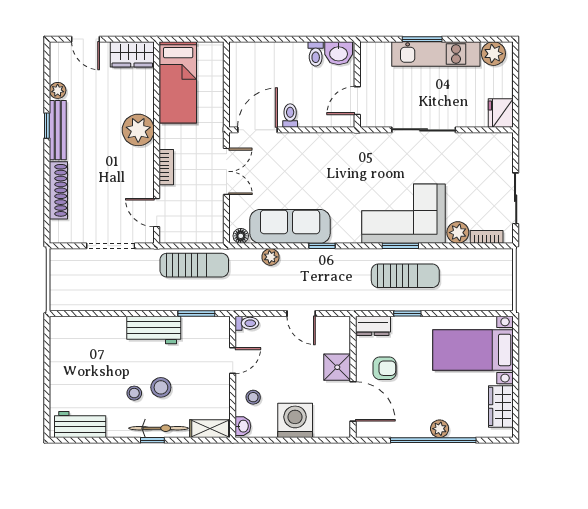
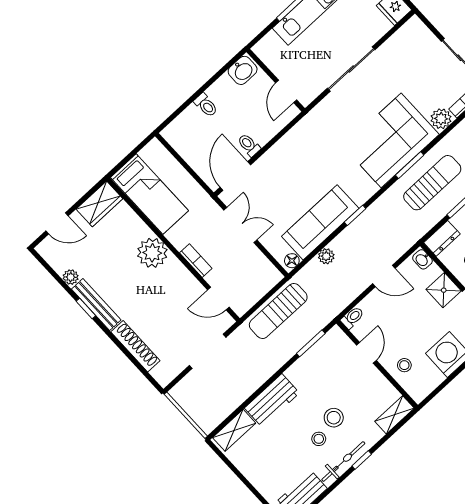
toilet: (316, 54) -> (206, 105), moved
sun lounger: (194, 265) -> (278, 311), turned 180
shelving: (75, 326) -> (234, 430), added
workbench: (154, 330) -> (272, 400), moved
washbasin: (243, 426) -> (422, 259), moved, turned 180
bicycle: (159, 428) -> (343, 462), moved

